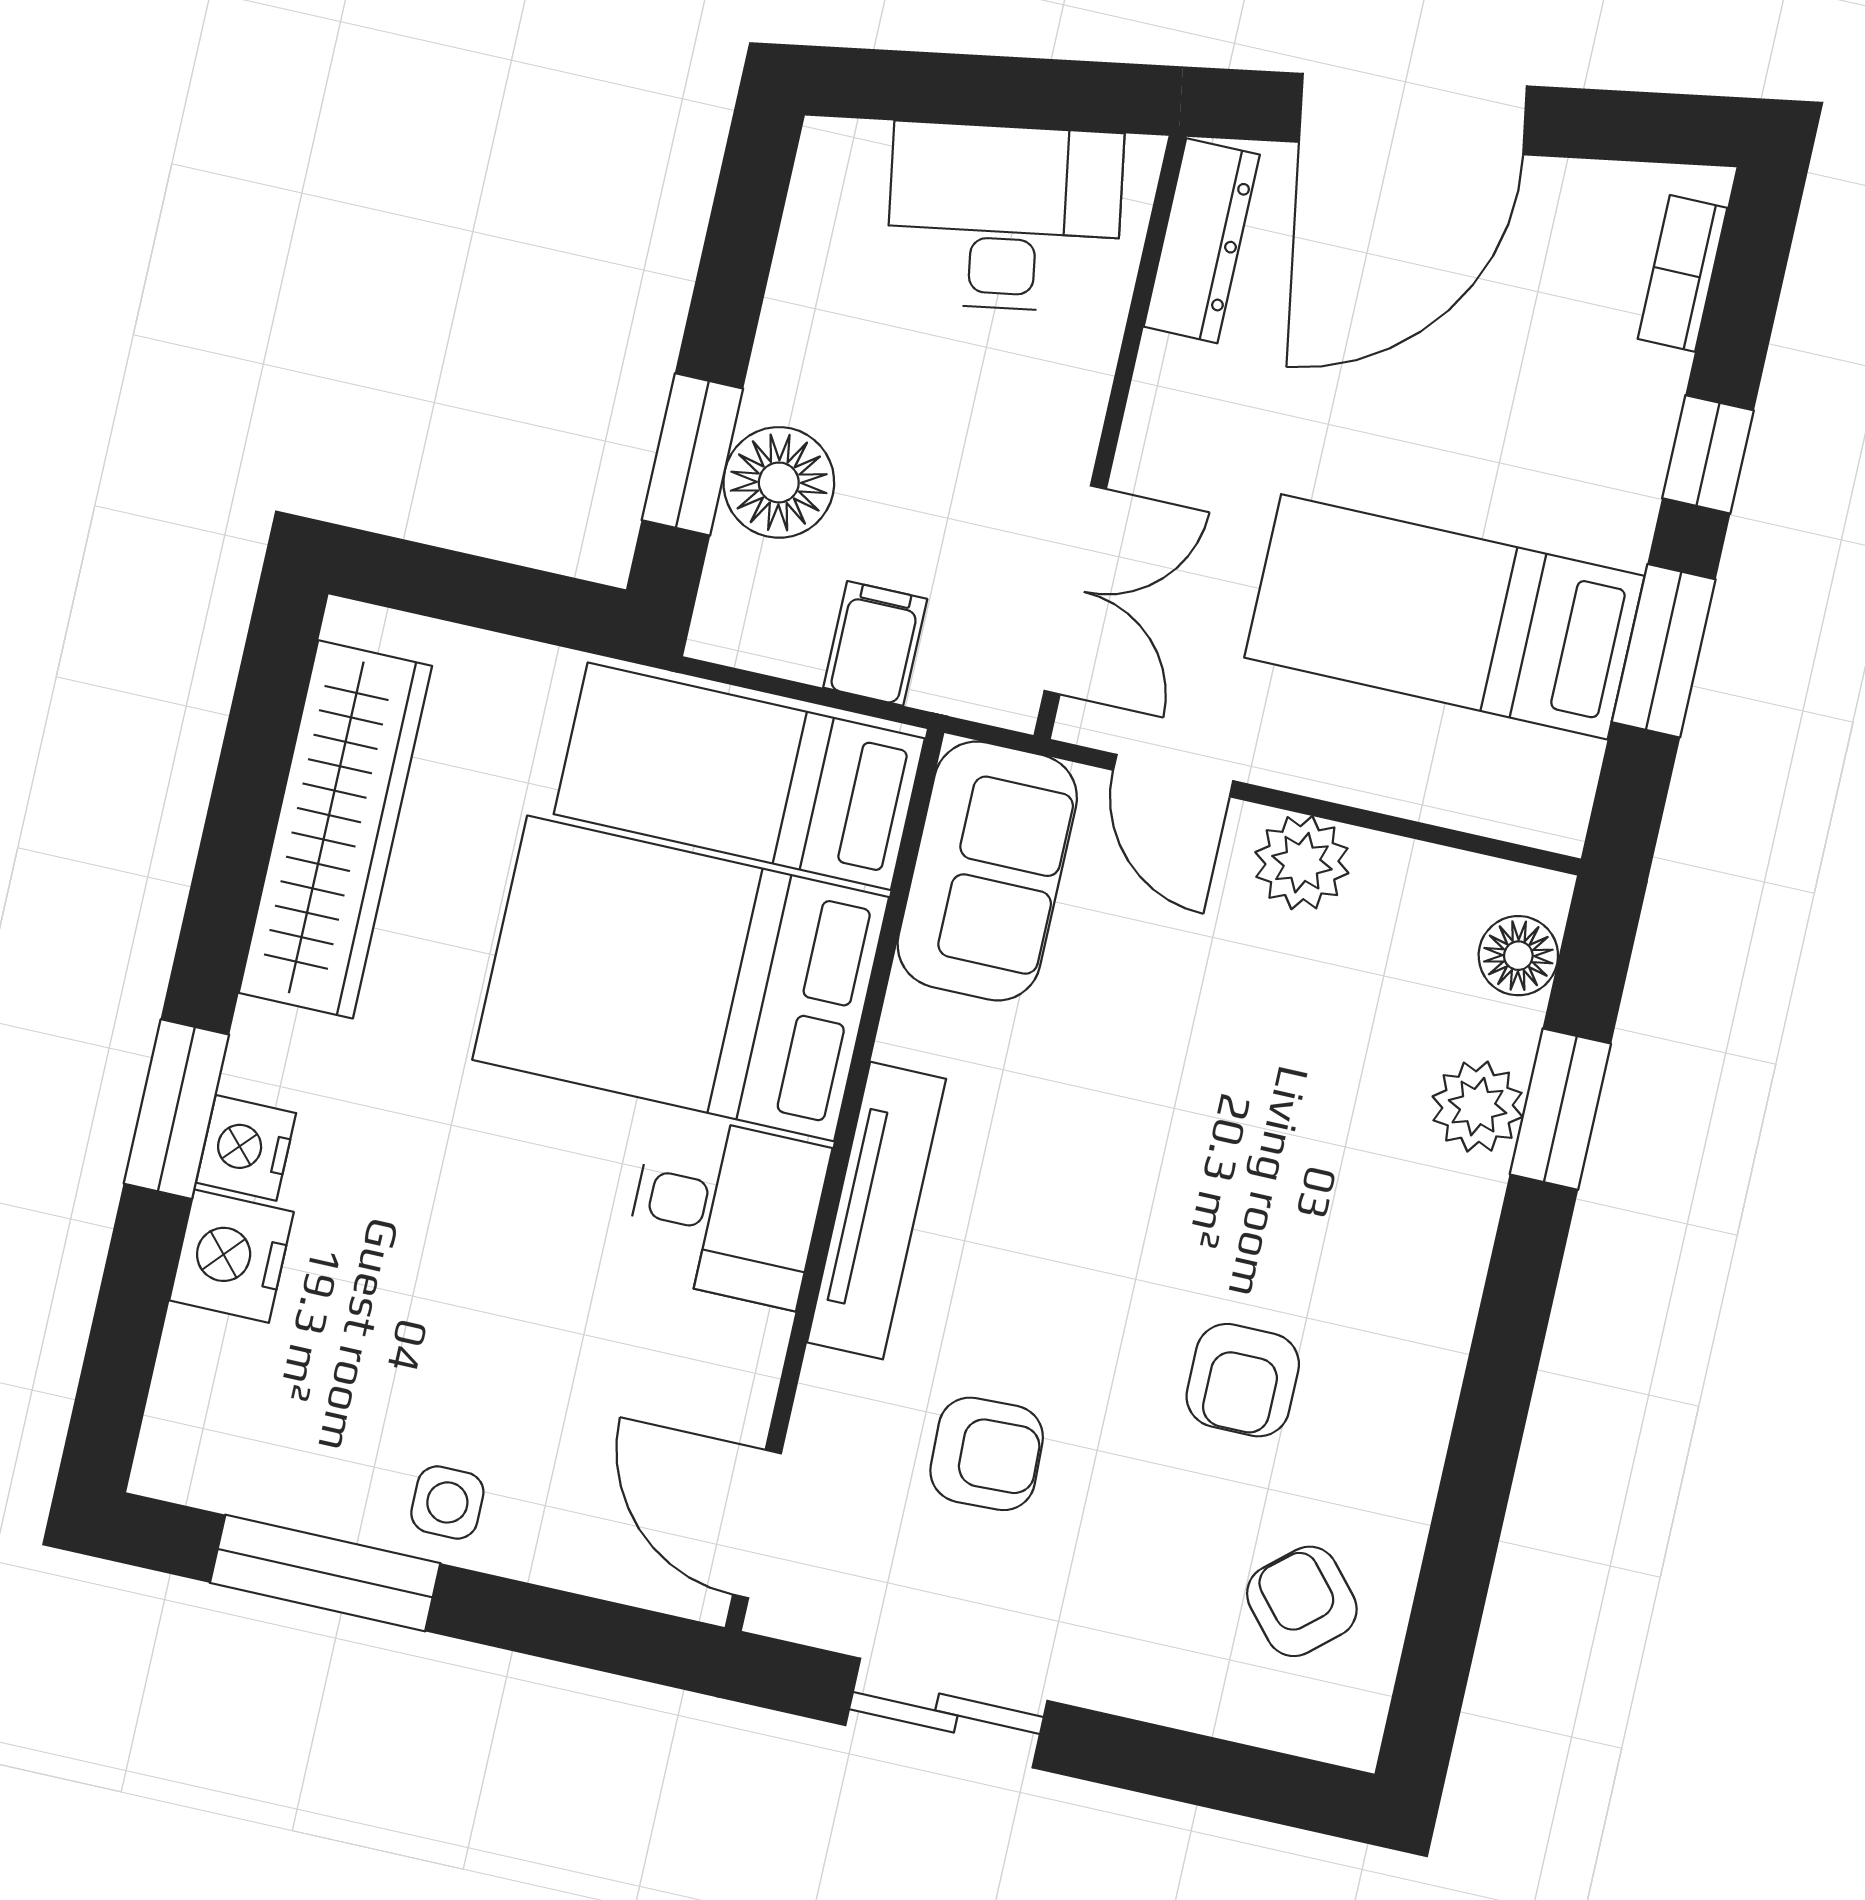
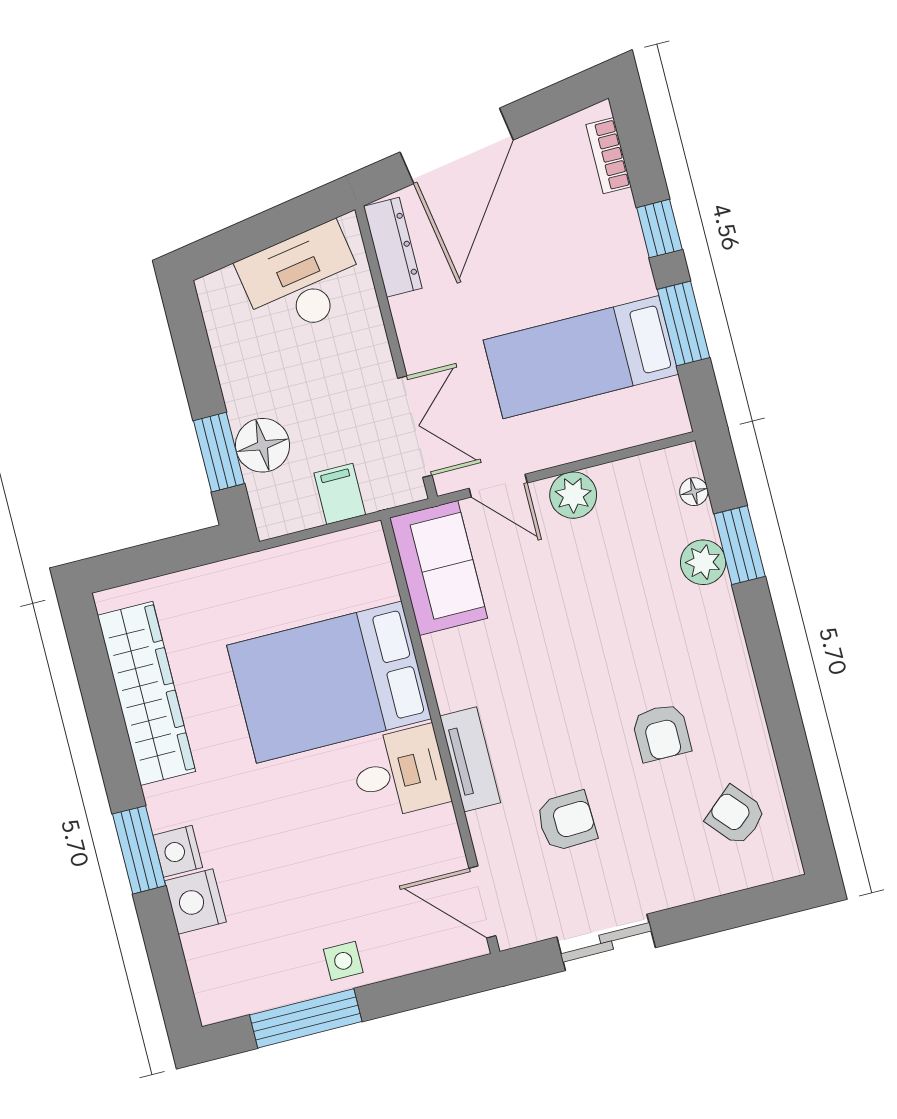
bed: (739, 776) -> (310, 581), removed
floor lamp: (1518, 956) -> (694, 492), width x0.73, depth x0.73
tv unit: (876, 1211) -> (470, 759), width x0.71

